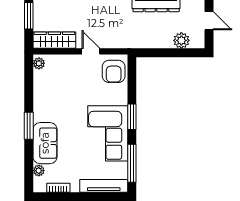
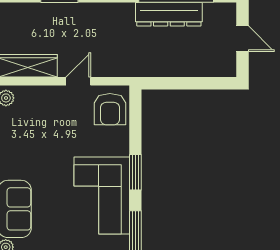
plant: (181, 40) -> (204, 66), removed
door: (91, 51) -> (78, 81), hinge flipped

